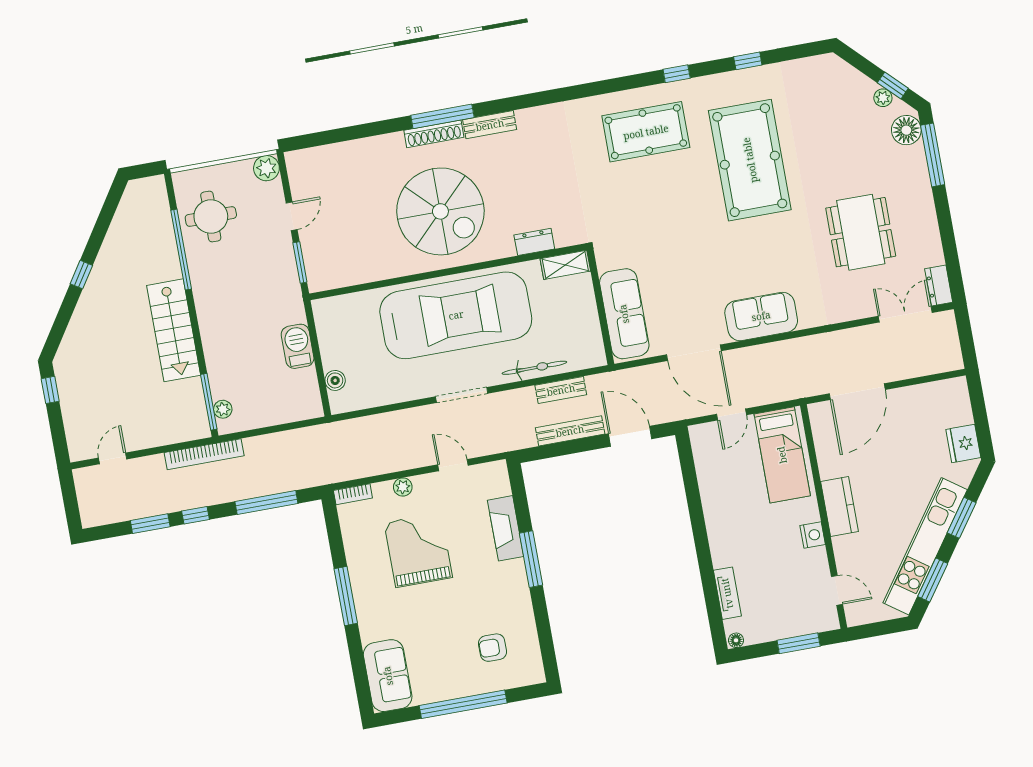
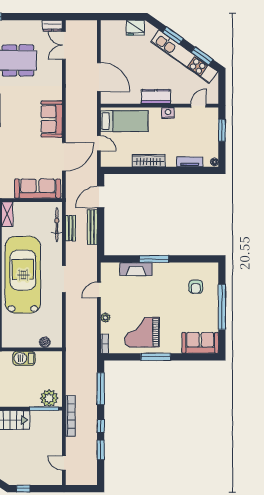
bicycle: (534, 368) -> (57, 225), moved
plant: (223, 409) -> (49, 398), width x1.88, depth x1.88
wardrobe: (716, 515) -> (149, 161), added
grand piano: (418, 550) -> (142, 332), moved

